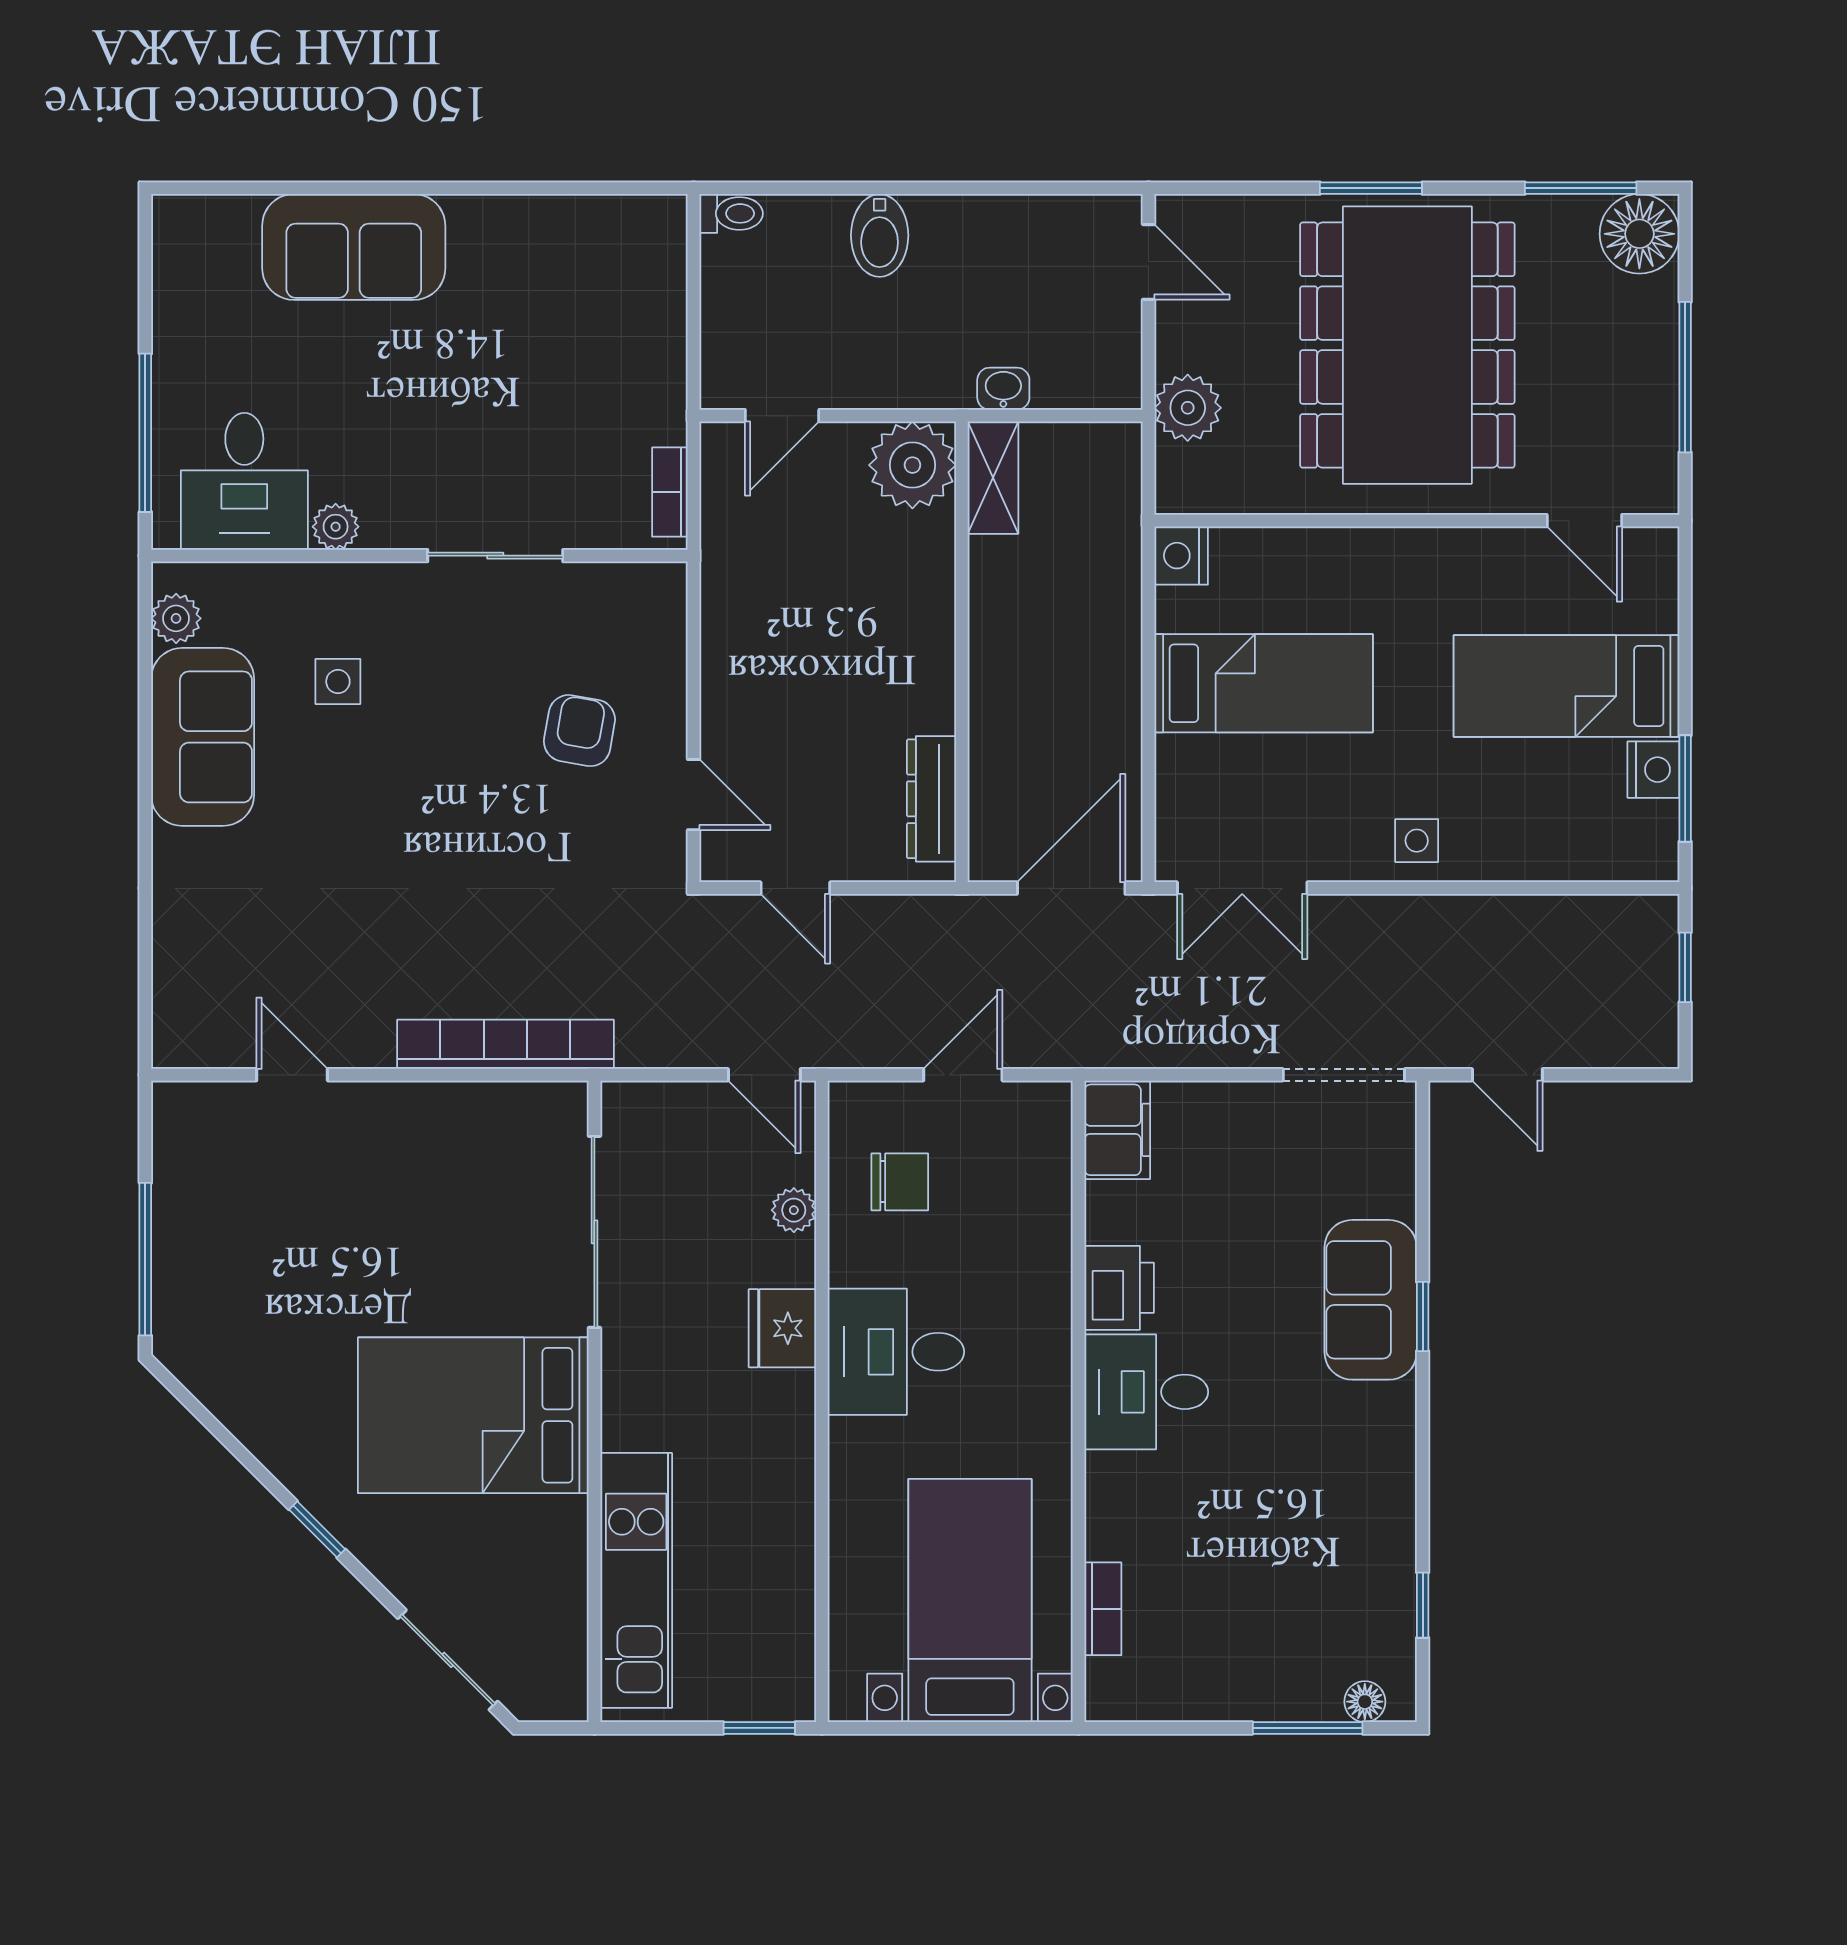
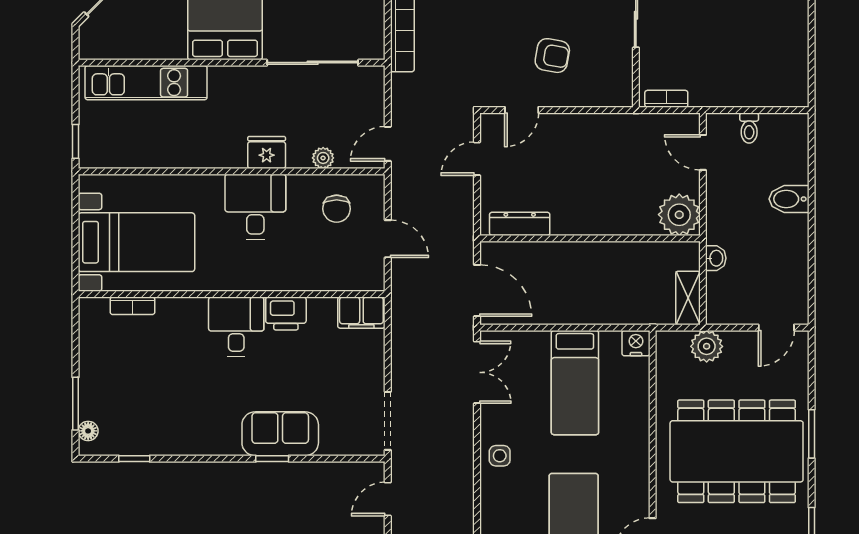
toilet: (731, 213) -> (749, 128), moved
shelving: (993, 478) -> (688, 298), moved, turned 90
double door: (1242, 888) -> (477, 372), swing flipped

